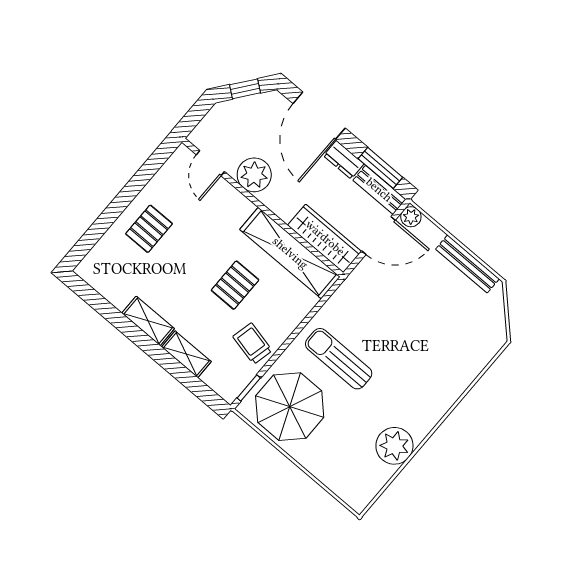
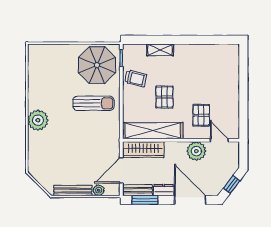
plant: (411, 217) -> (99, 190), moved
pallet: (149, 229) -> (201, 115), moved
shelving: (148, 321) -> (189, 50), removed
plant: (394, 446) -> (38, 120), moved

